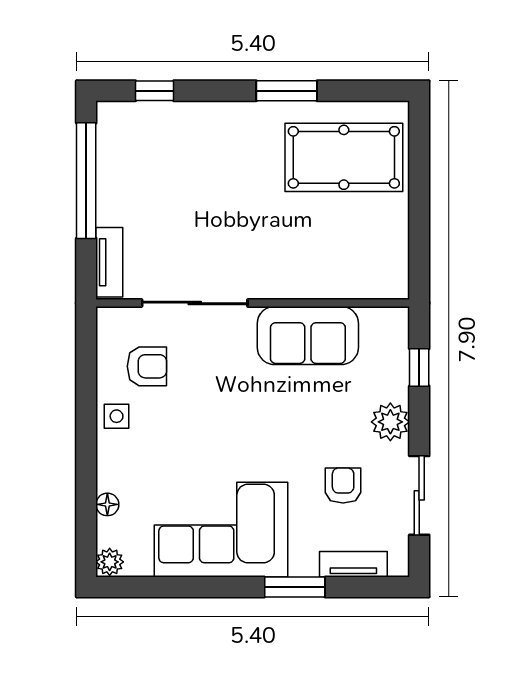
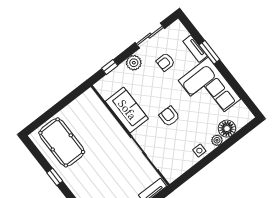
window: (287, 91) -> (55, 177), width x0.67
armchair: (147, 366) -> (169, 116), moved
floor lamp: (107, 504) -> (227, 129), width x1.89, depth x1.89
plant: (110, 562) -> (217, 140), moved
tv unit: (353, 564) -> (195, 49), moved

